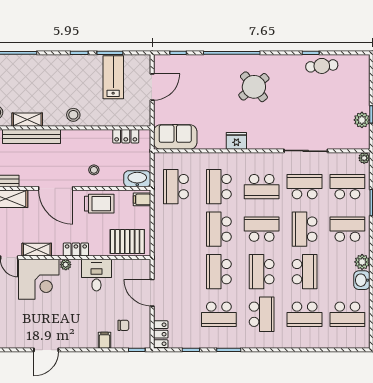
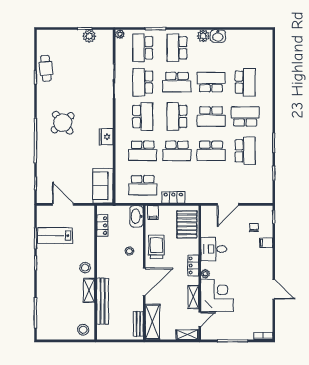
shelving: (27, 120) -> (89, 290), moved
school desk: (347, 314) -> (245, 48), removed
locker: (161, 334) -> (173, 197), moved

